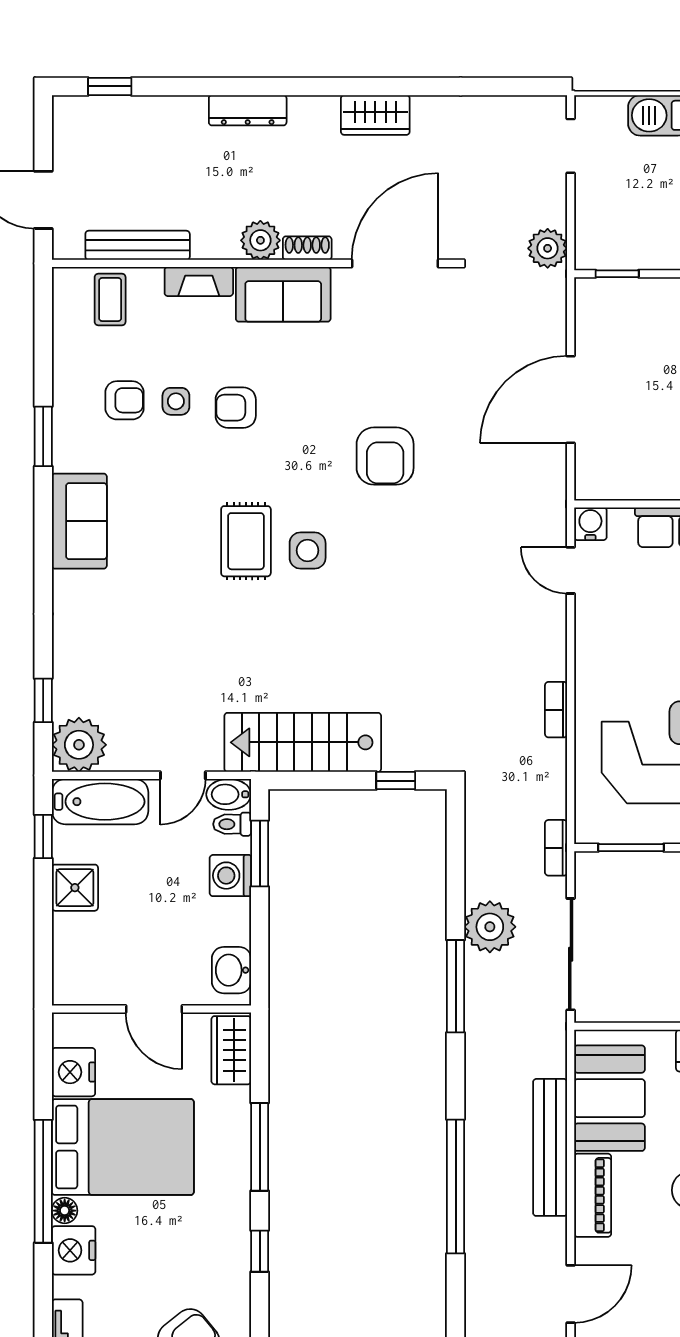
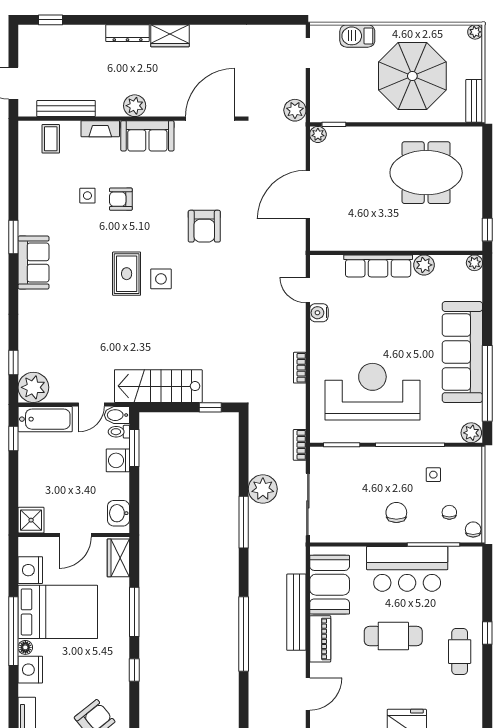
wardrobe: (375, 115) -> (170, 36), moved
shoe rack: (307, 248) -> (161, 110), removed
plant: (589, 292) -> (318, 134), added
armchair: (125, 400) -> (59, 195), removed
window: (43, 436) -> (13, 237), moved
water cooler: (590, 524) -> (319, 313), moved, turned -90
shower: (75, 888) -> (31, 520), moved
door: (154, 1009) -> (75, 535), hinge flipped

